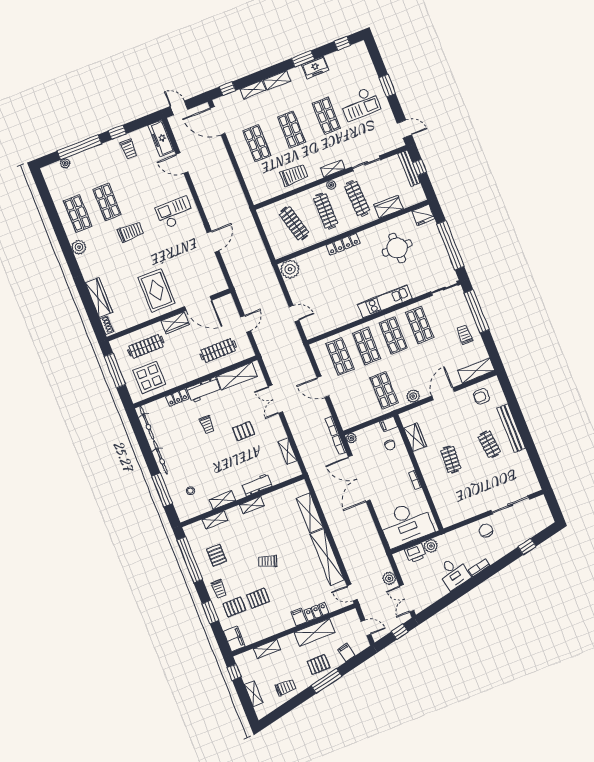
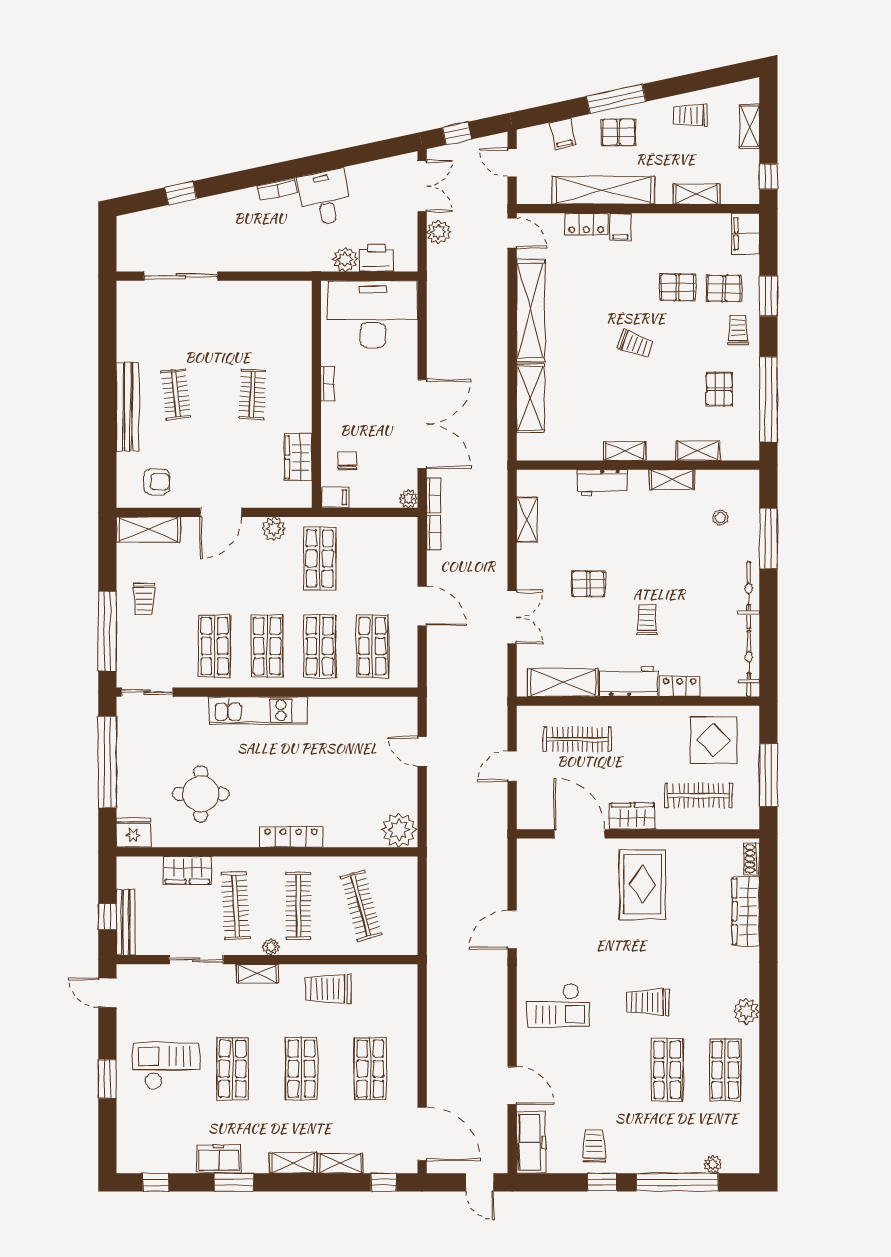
chair: (486, 531) -> (240, 248), removed
shelving: (315, 632) -> (603, 190), width x1.47

